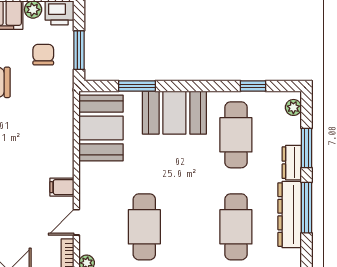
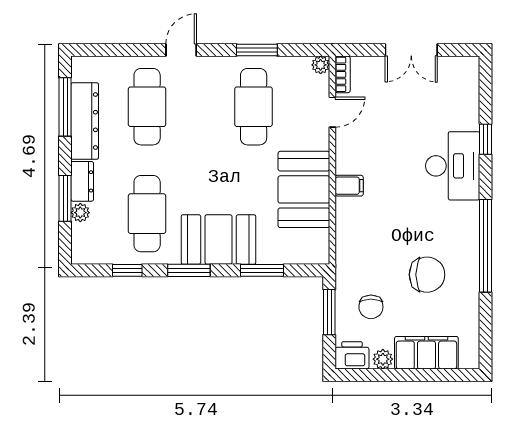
window: (200, 86) -> (189, 270), added
plant: (293, 107) -> (80, 213), moved
booth: (101, 128) -> (304, 189), moved
filing cabinet: (62, 187) -> (349, 186), moved
window: (307, 208) -> (65, 107), moved

